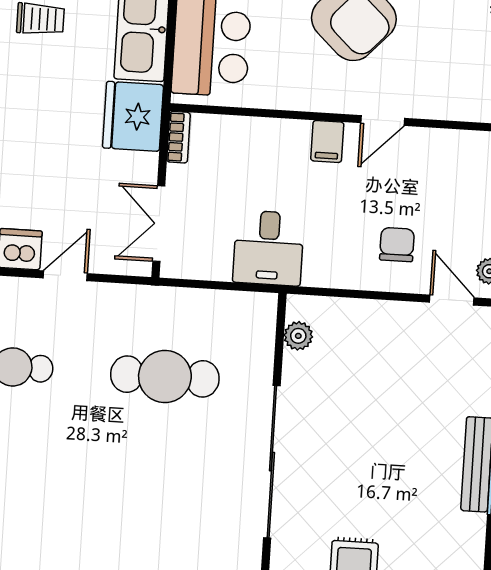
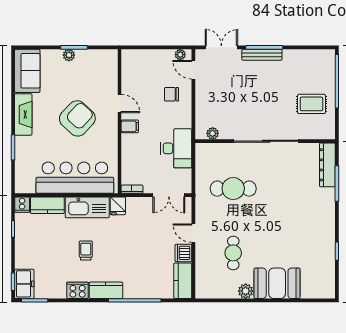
fridge: (133, 116) -> (118, 206), width x0.53, depth x0.75
desk: (268, 248) -> (176, 148), width x1.37
door: (452, 300) -> (193, 70), hinge flipped
cafe table: (165, 376) -> (233, 189), turned 90

